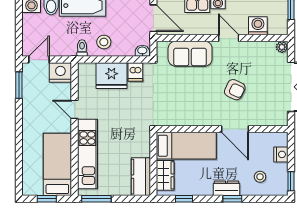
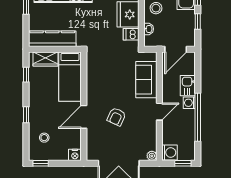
washing machine: (258, 26) -> (169, 152), moved
washbasin: (142, 51) -> (149, 29), moved
nightstand: (281, 154) -> (75, 155), moved
kitchen counter: (141, 177) -> (52, 39), width x1.50
dresser: (226, 188) -> (35, 110), removed

